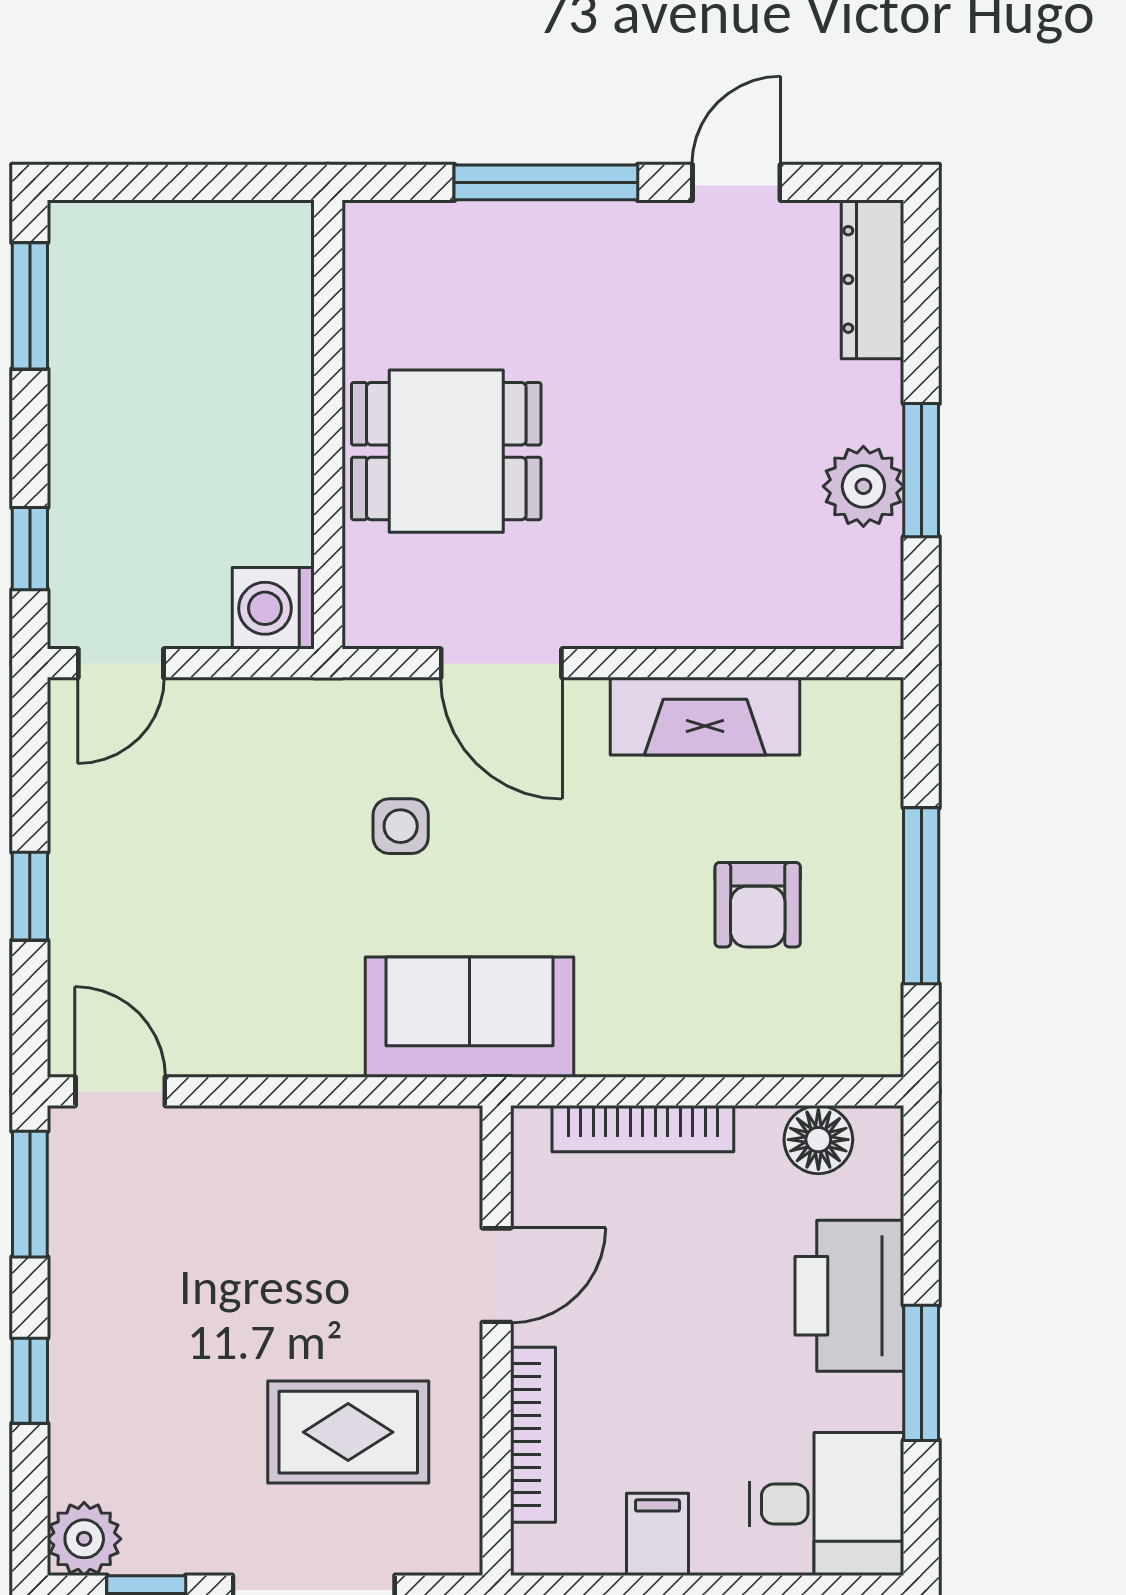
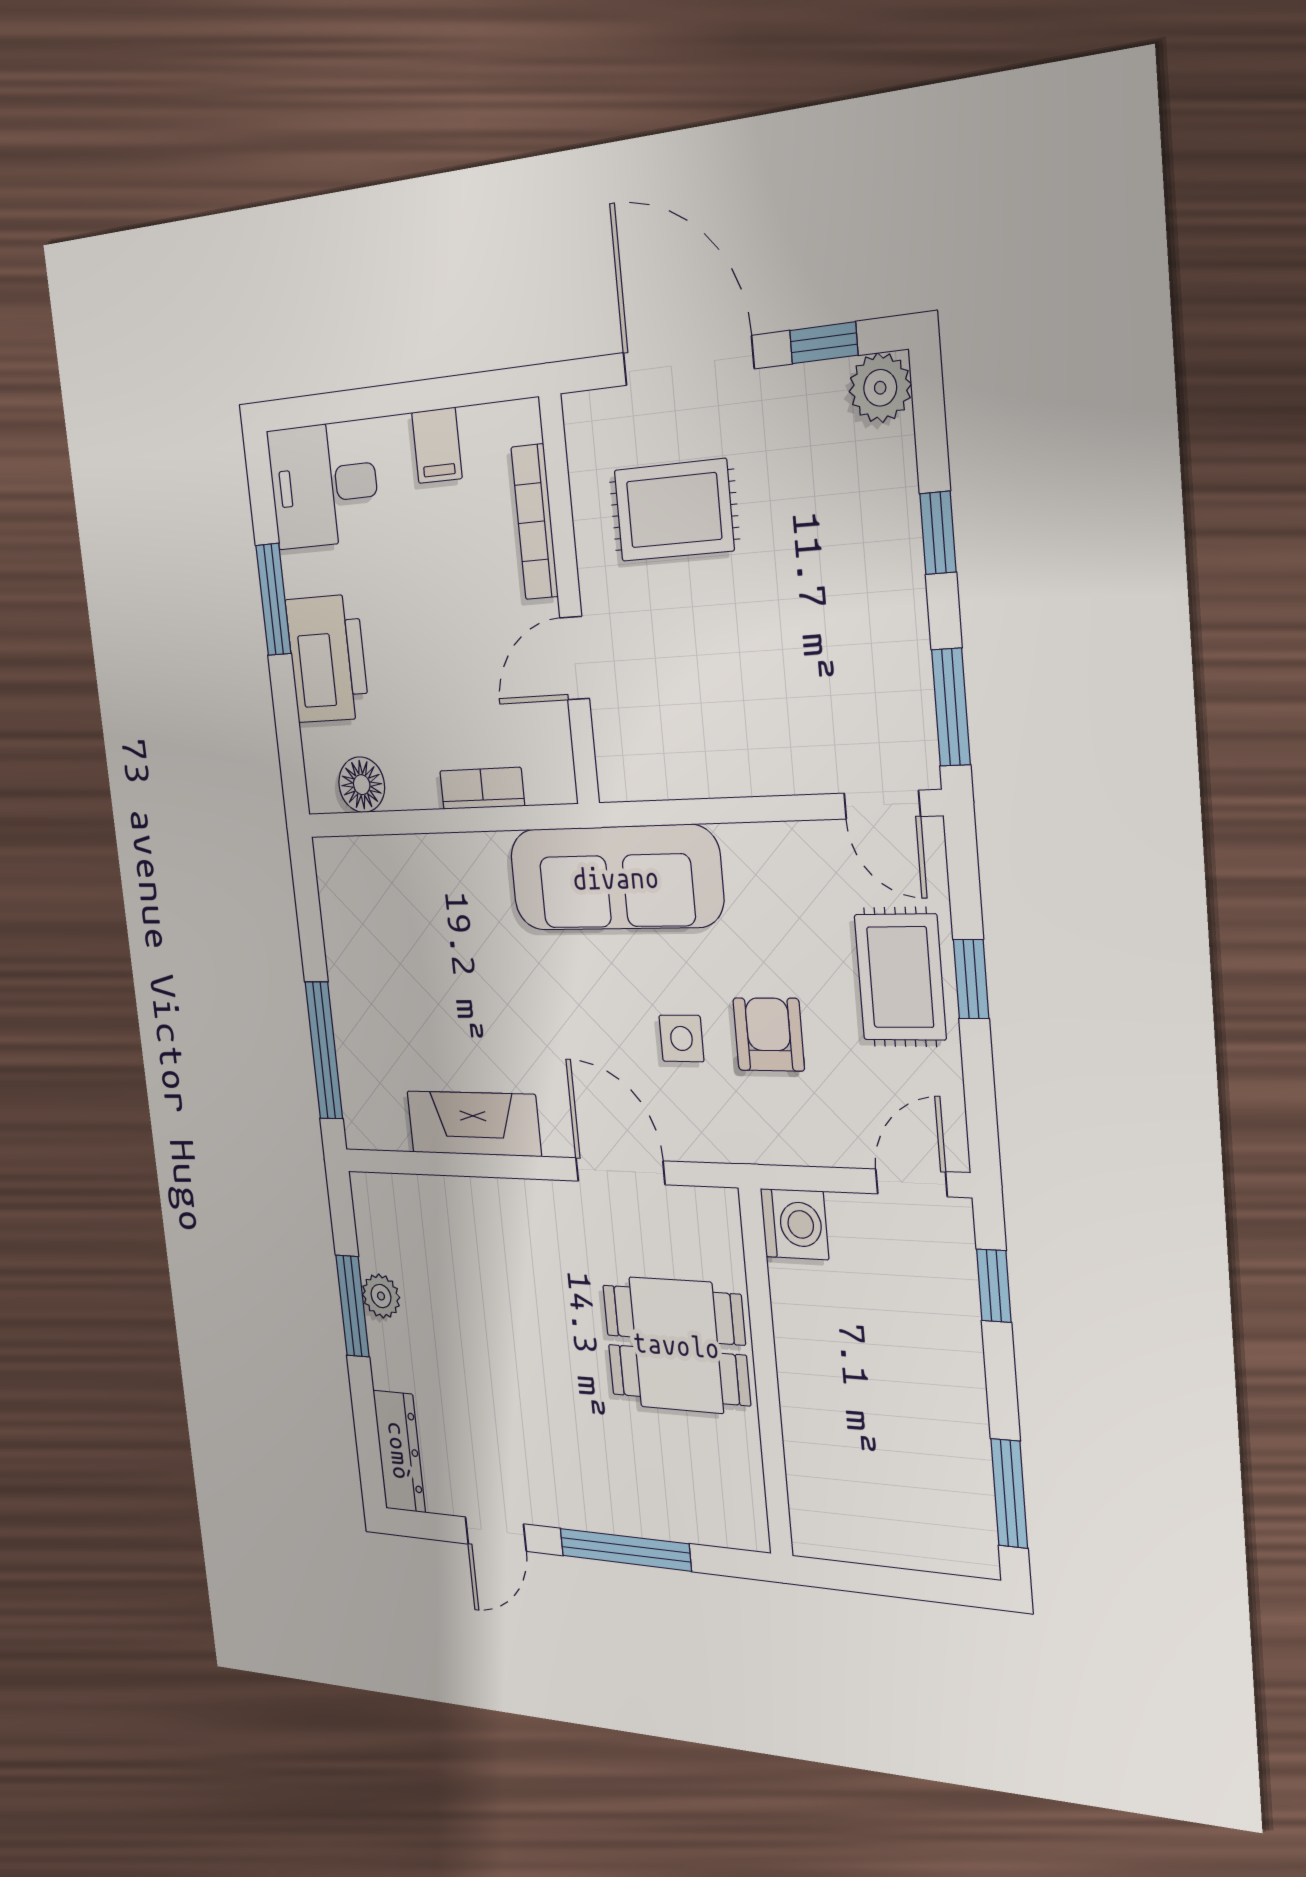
plant: (863, 486) -> (381, 1296), width x0.73, depth x0.73
window: (921, 896) -> (324, 1050), moved
rug: (115, 898) -> (900, 977), added
armchair: (758, 905) -> (769, 1034), moved
sofa: (469, 1017) -> (616, 878), width x1.36
bookcase: (643, 1129) -> (482, 788), width x0.64

